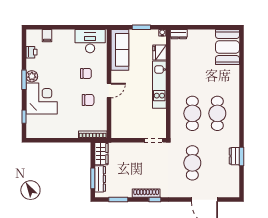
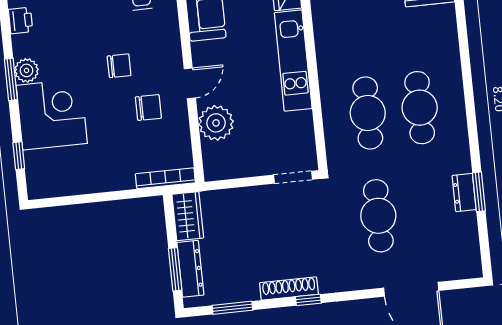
chair: (86, 73) -> (119, 66), moved
plant: (120, 111) -> (216, 123), added

